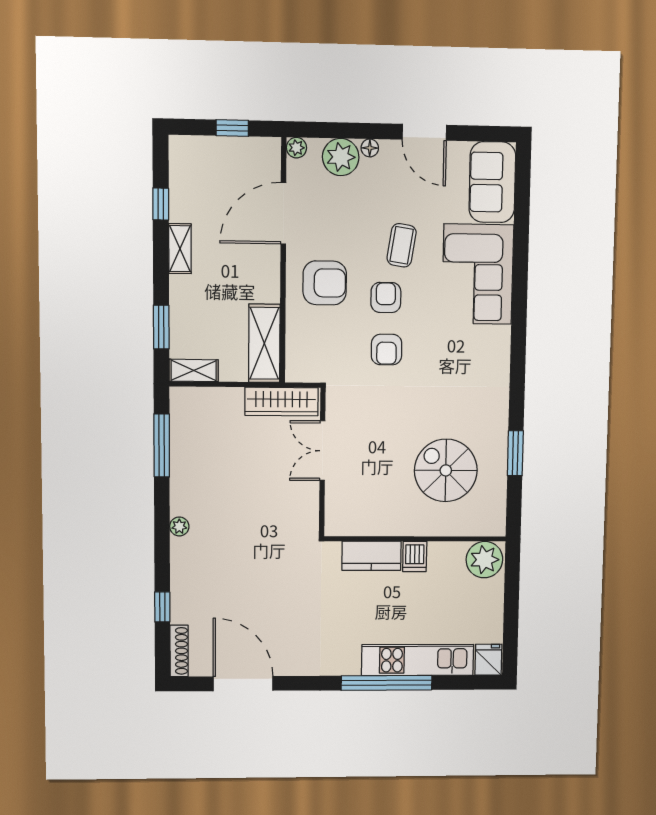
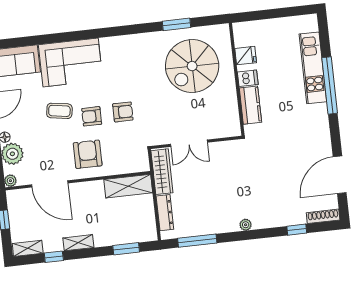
shelving: (194, 370) -> (28, 248), moved, turned 90
dresser: (214, 398) -> (165, 213), added
spiral stairs: (446, 470) -> (192, 66), width x1.37, depth x1.37
plant: (484, 560) -> (245, 34), removed
fridge: (488, 660) -> (246, 56), moved, turned 180

